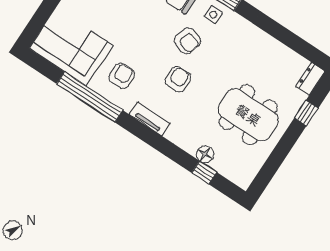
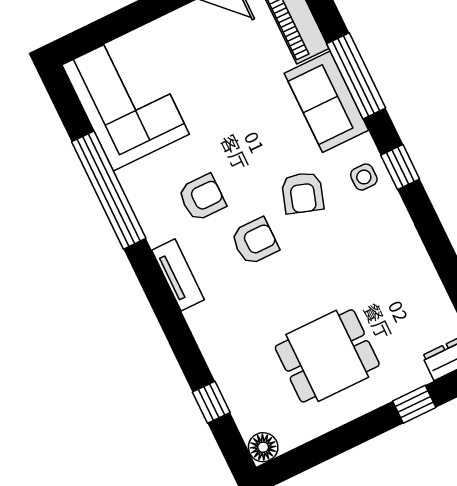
armchair: (122, 76) -> (202, 197), moved
dining table: (248, 115) -> (327, 356), width x0.73
floor lamp: (205, 154) -> (263, 447), moved

